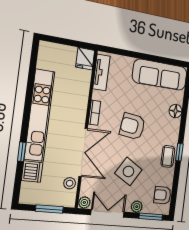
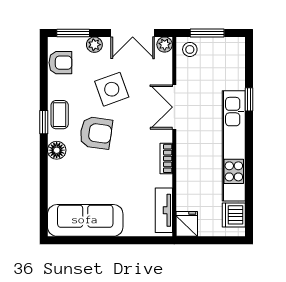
floor lamp: (175, 111) -> (57, 150), moved
armchair: (132, 126) -> (96, 133), moved
double door: (83, 152) -> (174, 107), width x0.73
side table: (128, 171) -> (112, 89), turned 38
dishwasher: (32, 172) -> (234, 215), moved
stool: (70, 183) -> (190, 49), moved

